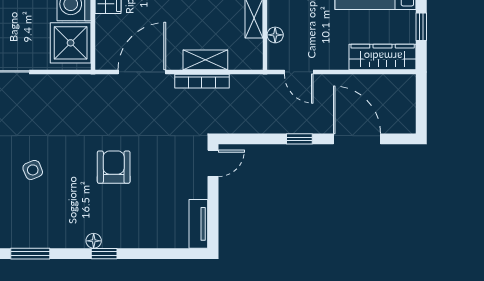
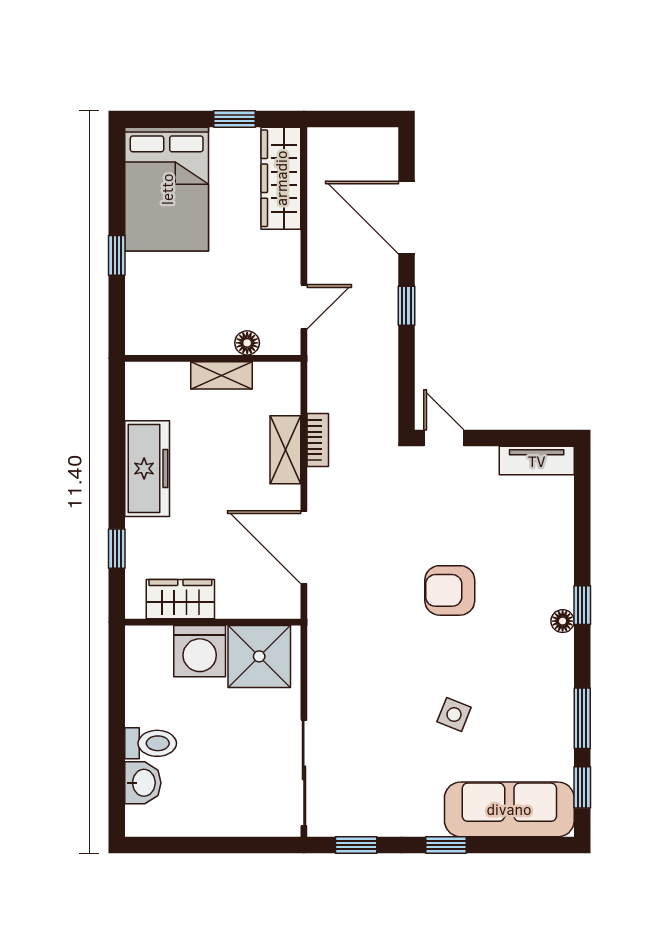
bookcase: (202, 81) -> (318, 440), width x0.64
door: (357, 139) -> (406, 217), hinge flipped
side table: (33, 170) -> (454, 714), turned 45

